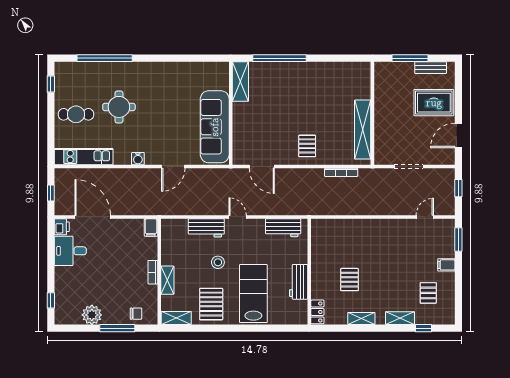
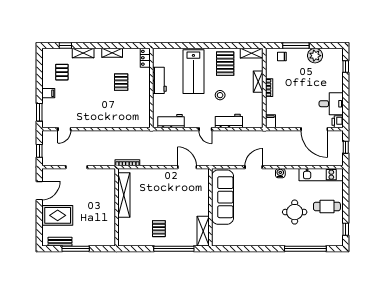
wall: (372, 113) -> (117, 207), moved
shelving: (363, 130) -> (124, 195), moved
pallet: (307, 146) -> (159, 229), moved

